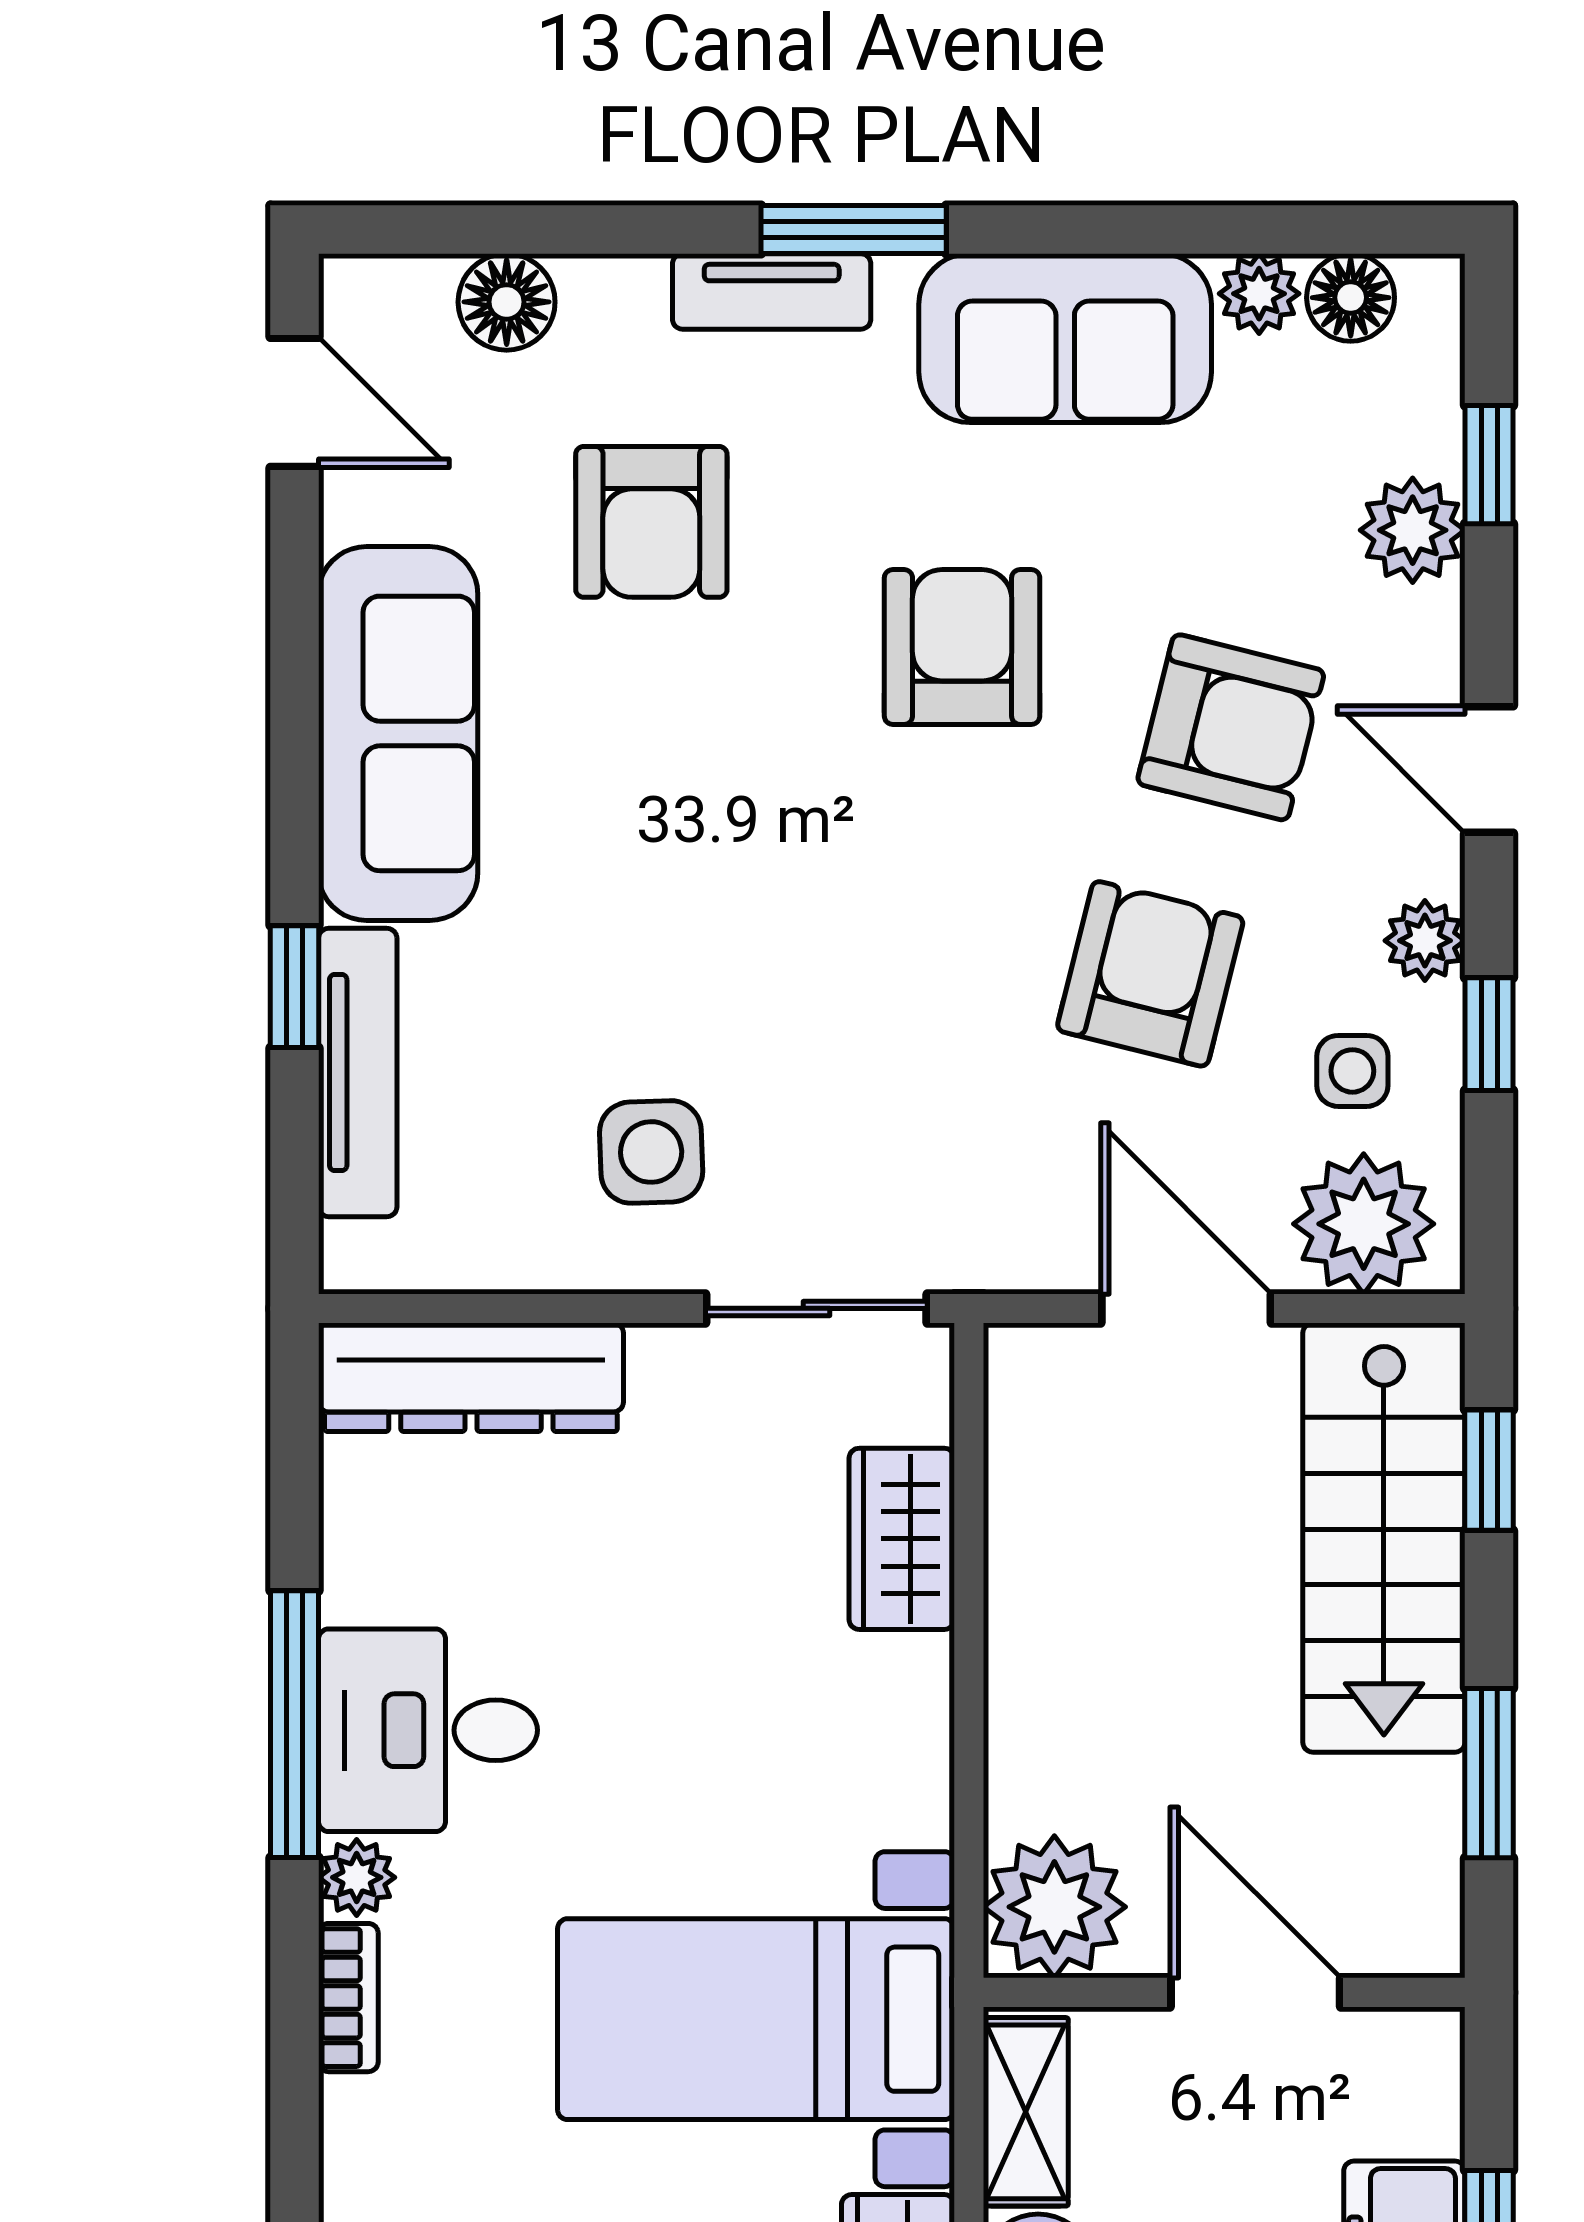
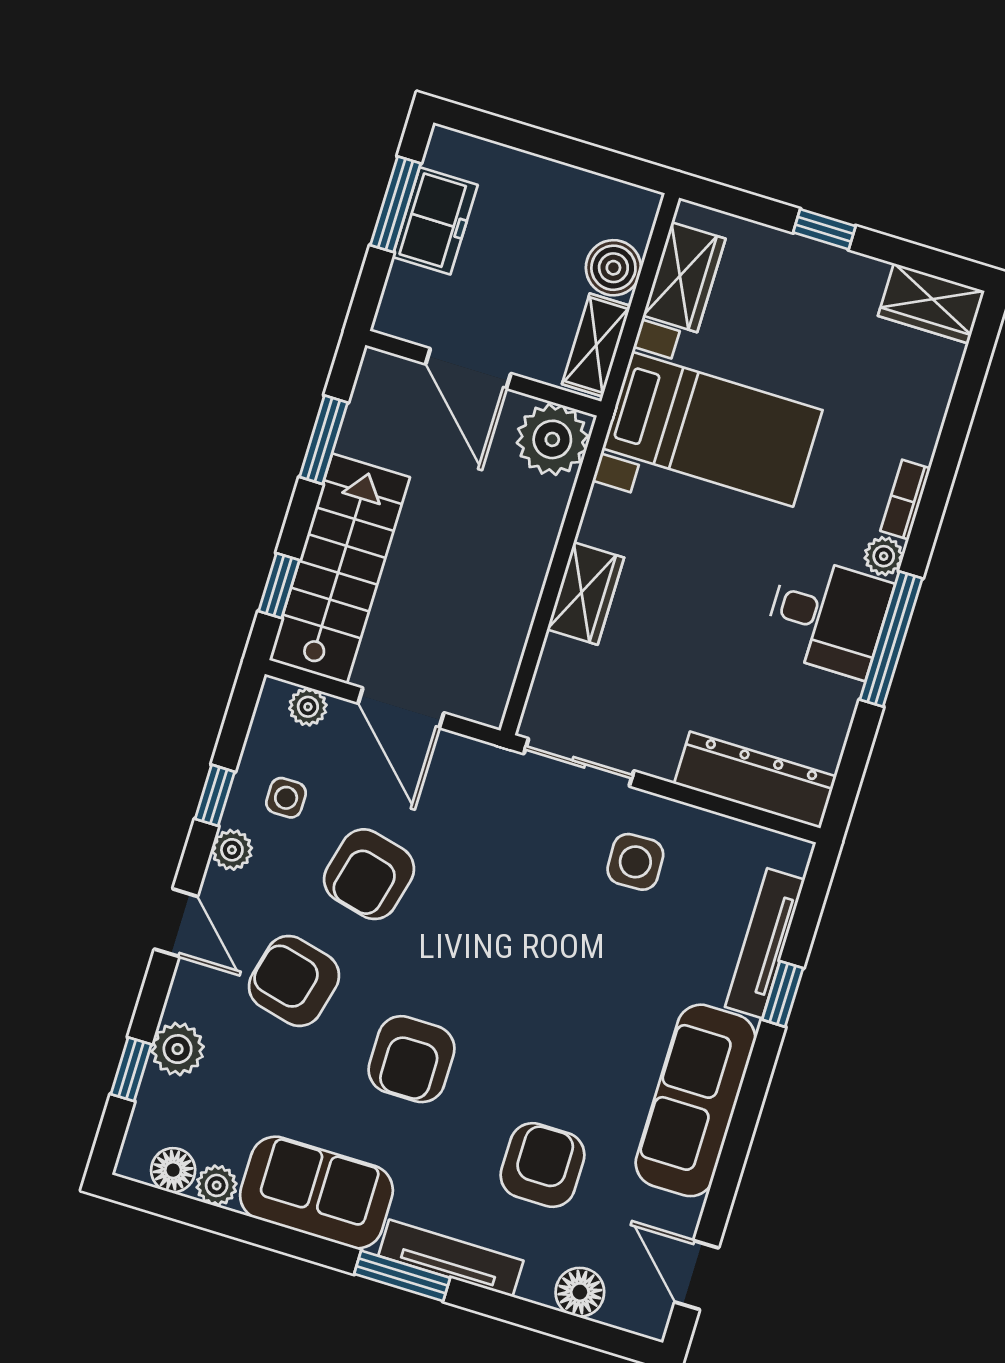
tv unit: (772, 291) -> (451, 1258), width x1.41
plant: (1364, 1224) -> (308, 707), width x0.53, depth x0.53
wardrobe: (902, 1539) -> (586, 593), moved

